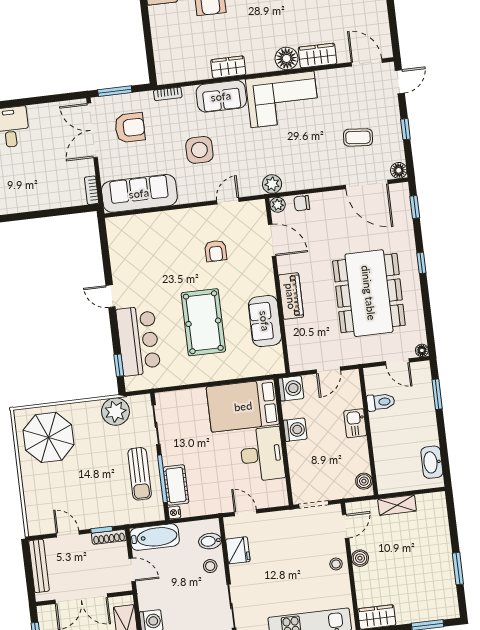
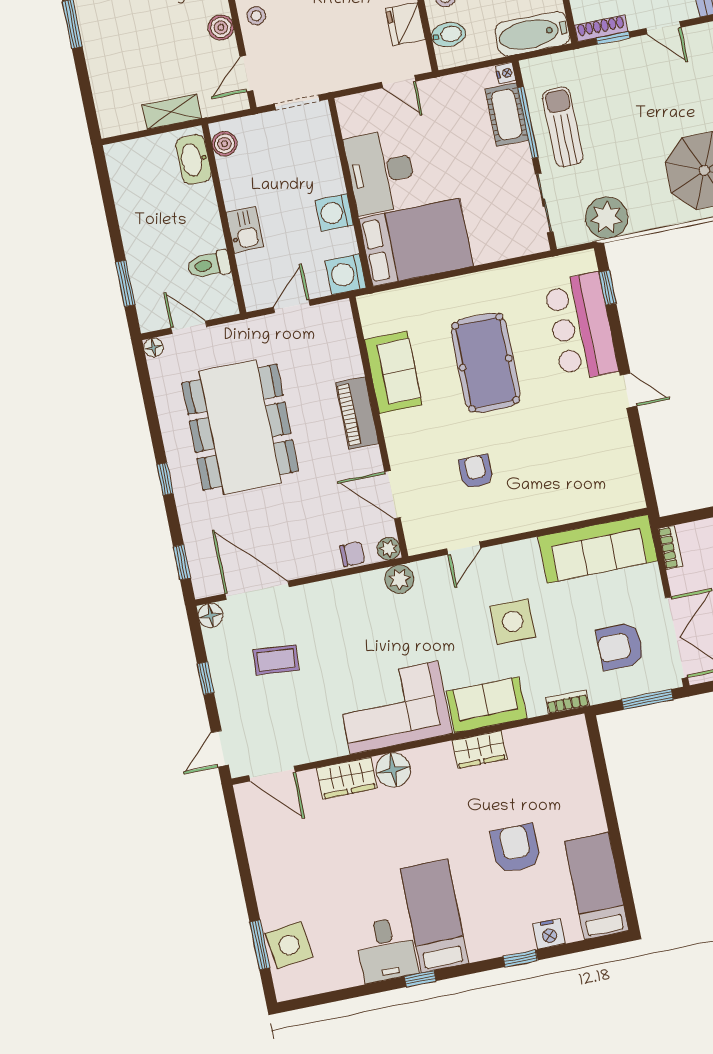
washbasin: (432, 462) -> (194, 159), moved, turned 180

